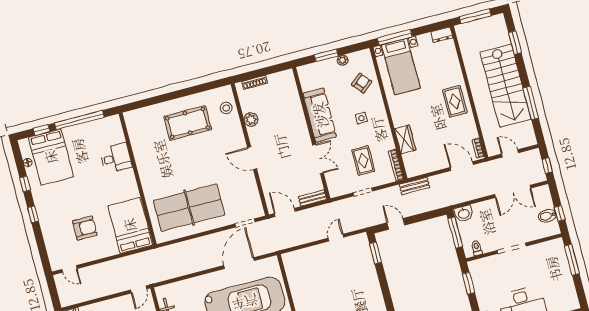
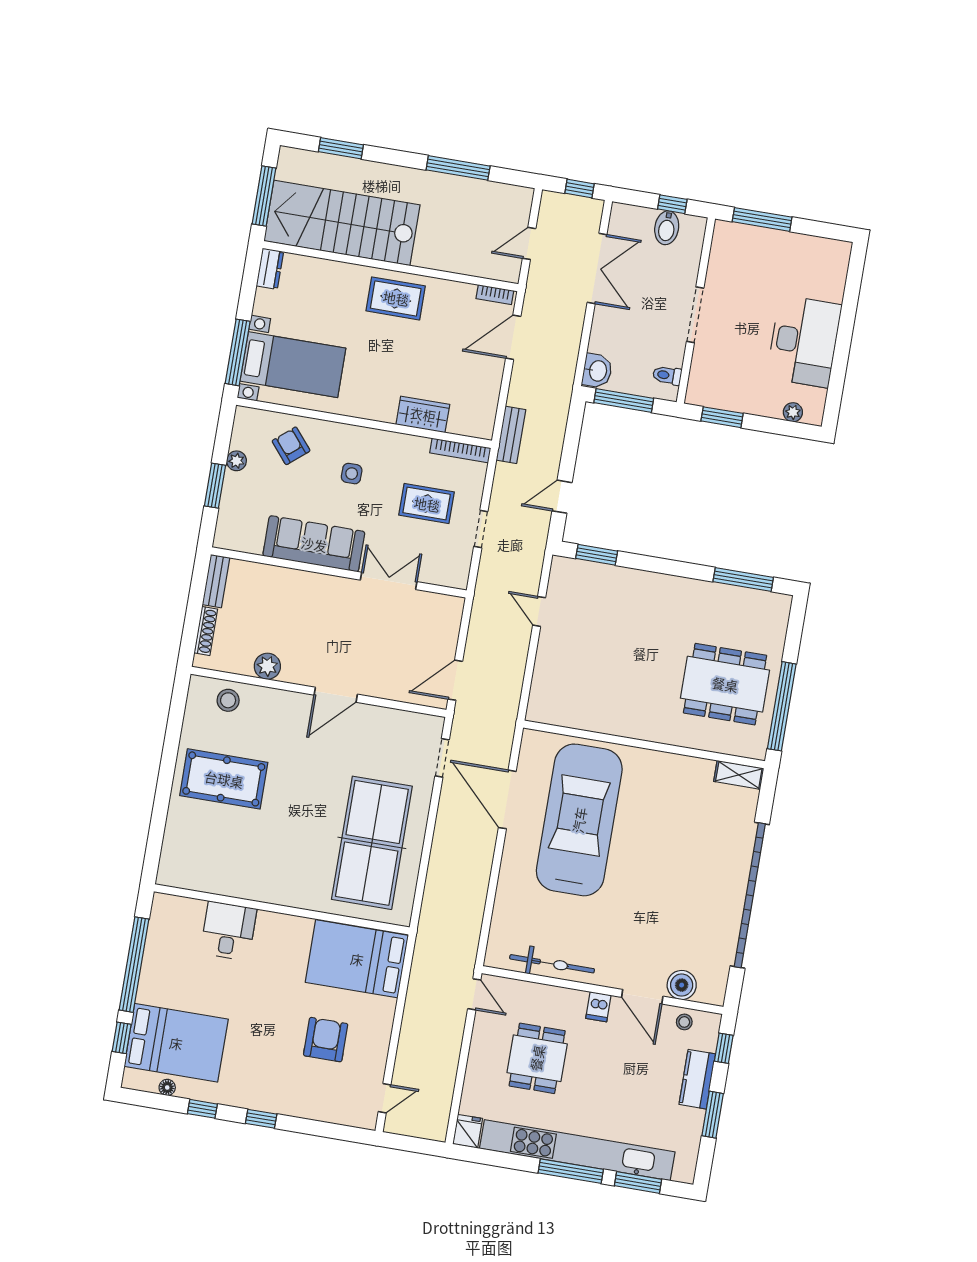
stairs: (506, 86) -> (342, 223), moved, turned 180
pool table: (188, 123) -> (224, 779), turned 90
bench: (313, 198) -> (216, 581), moved

